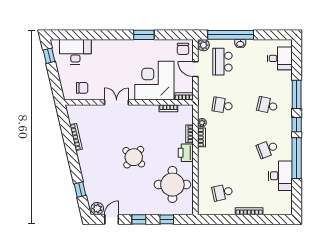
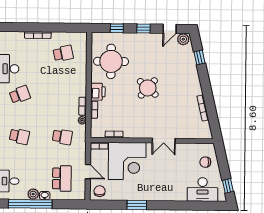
window: (231, 35) -> (30, 204), moved
plant: (203, 45) -> (33, 194), moved
chair: (82, 88) -> (205, 162), moved

